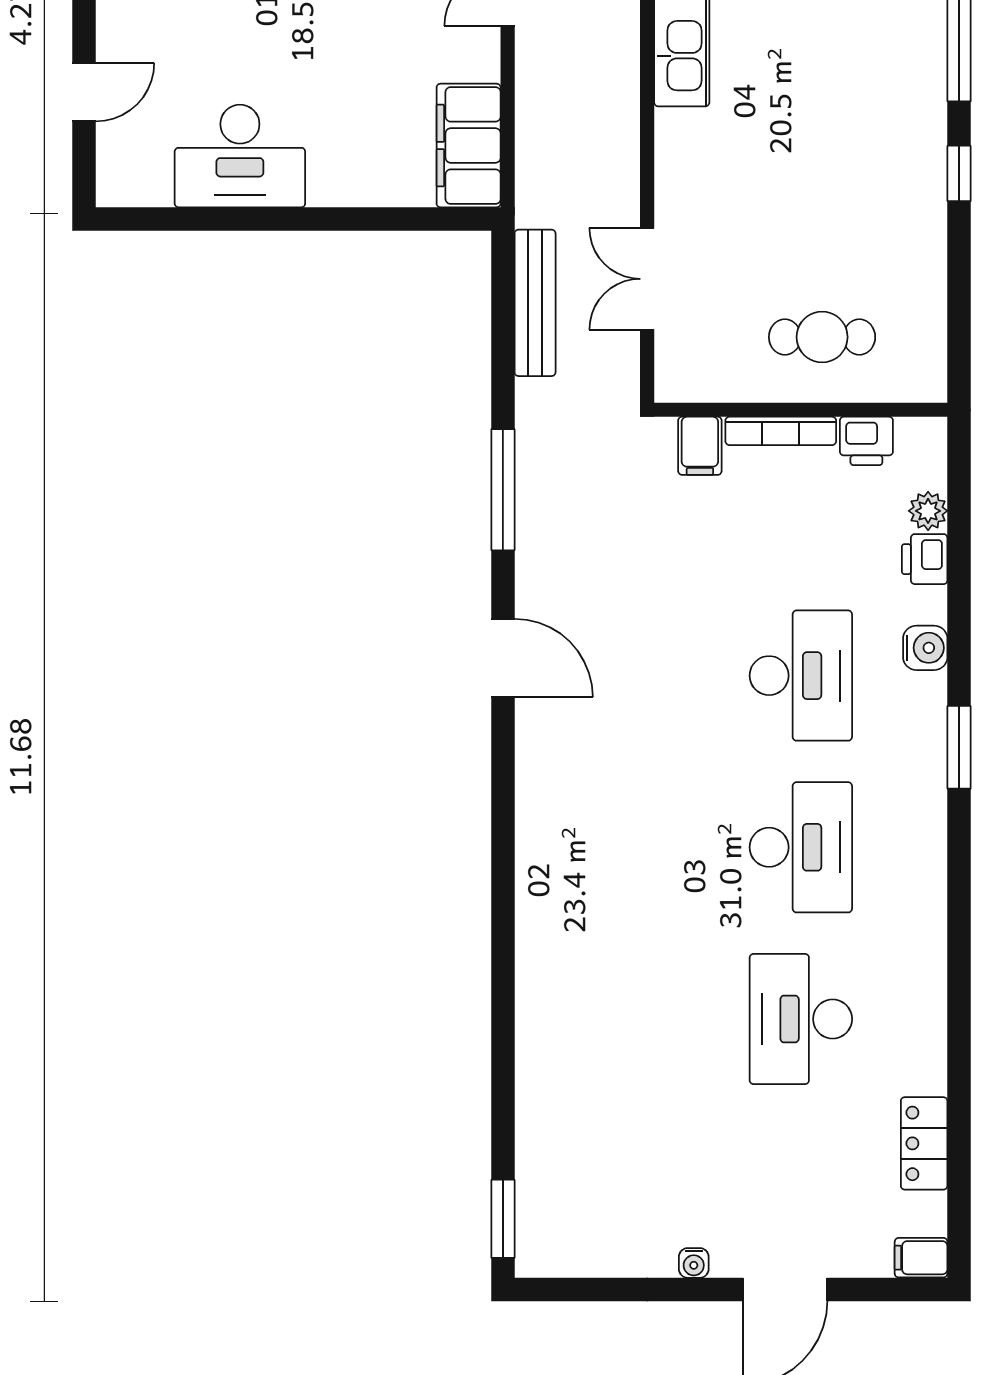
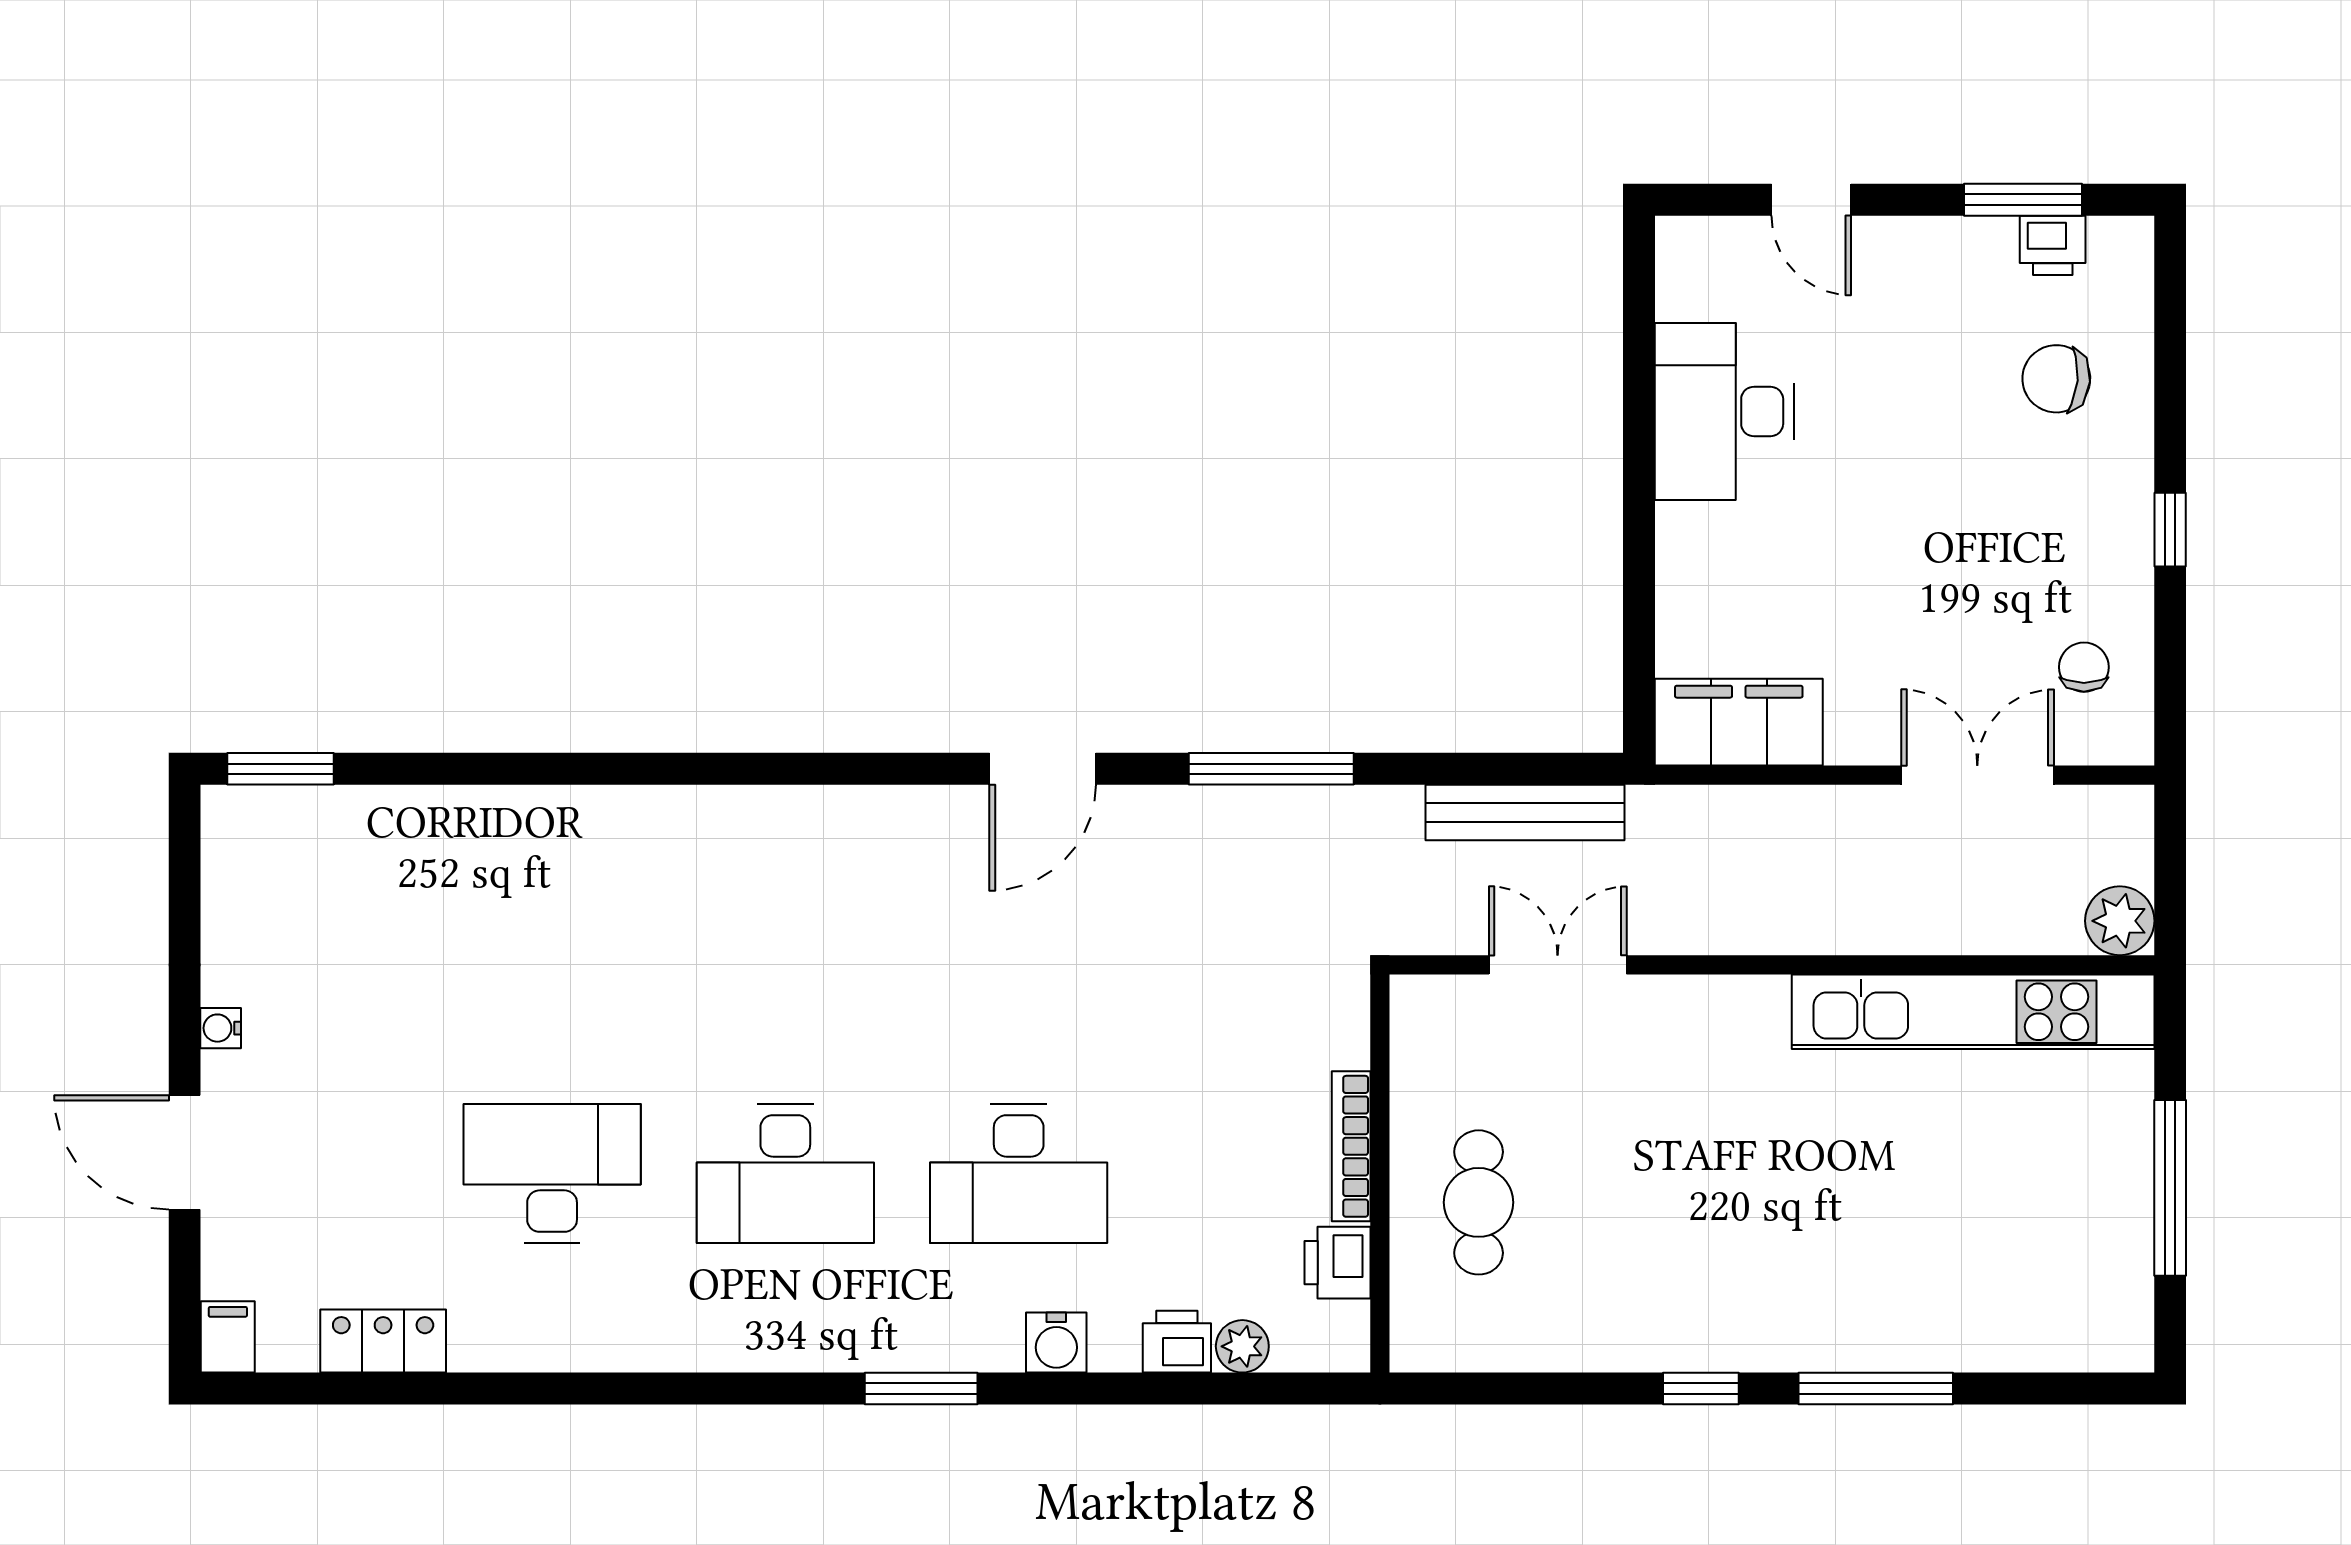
filing cabinet: (700, 446) -> (1331, 1036), removed

